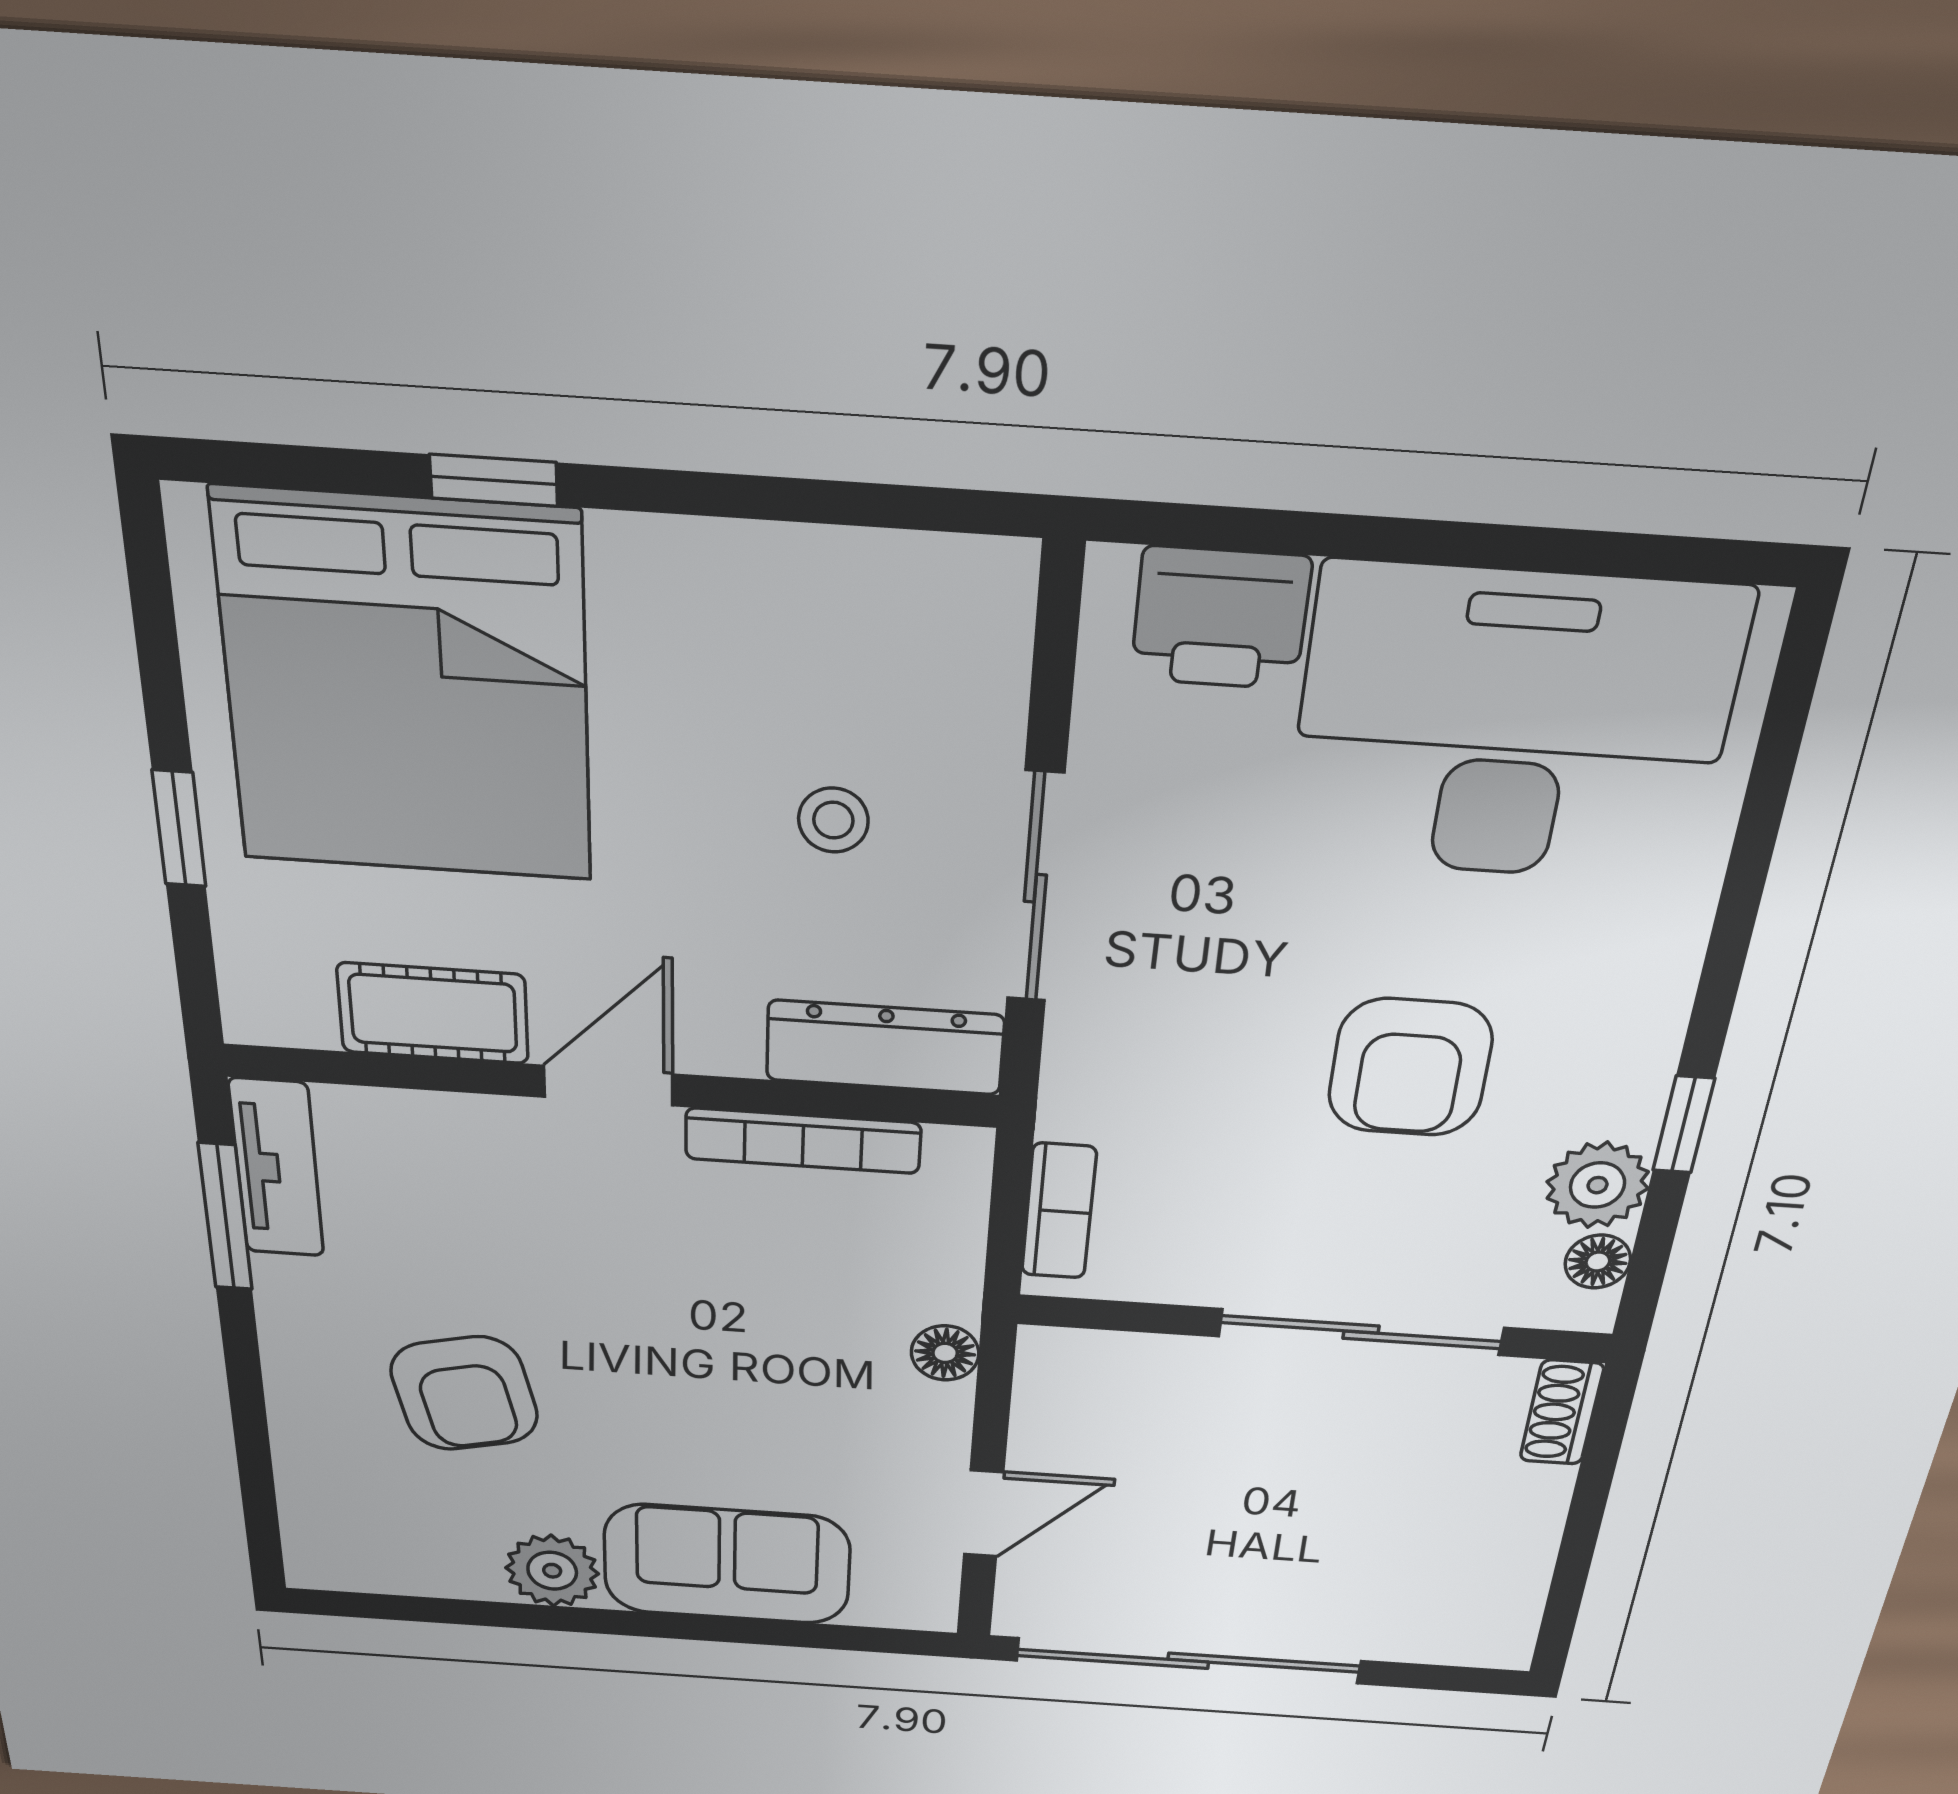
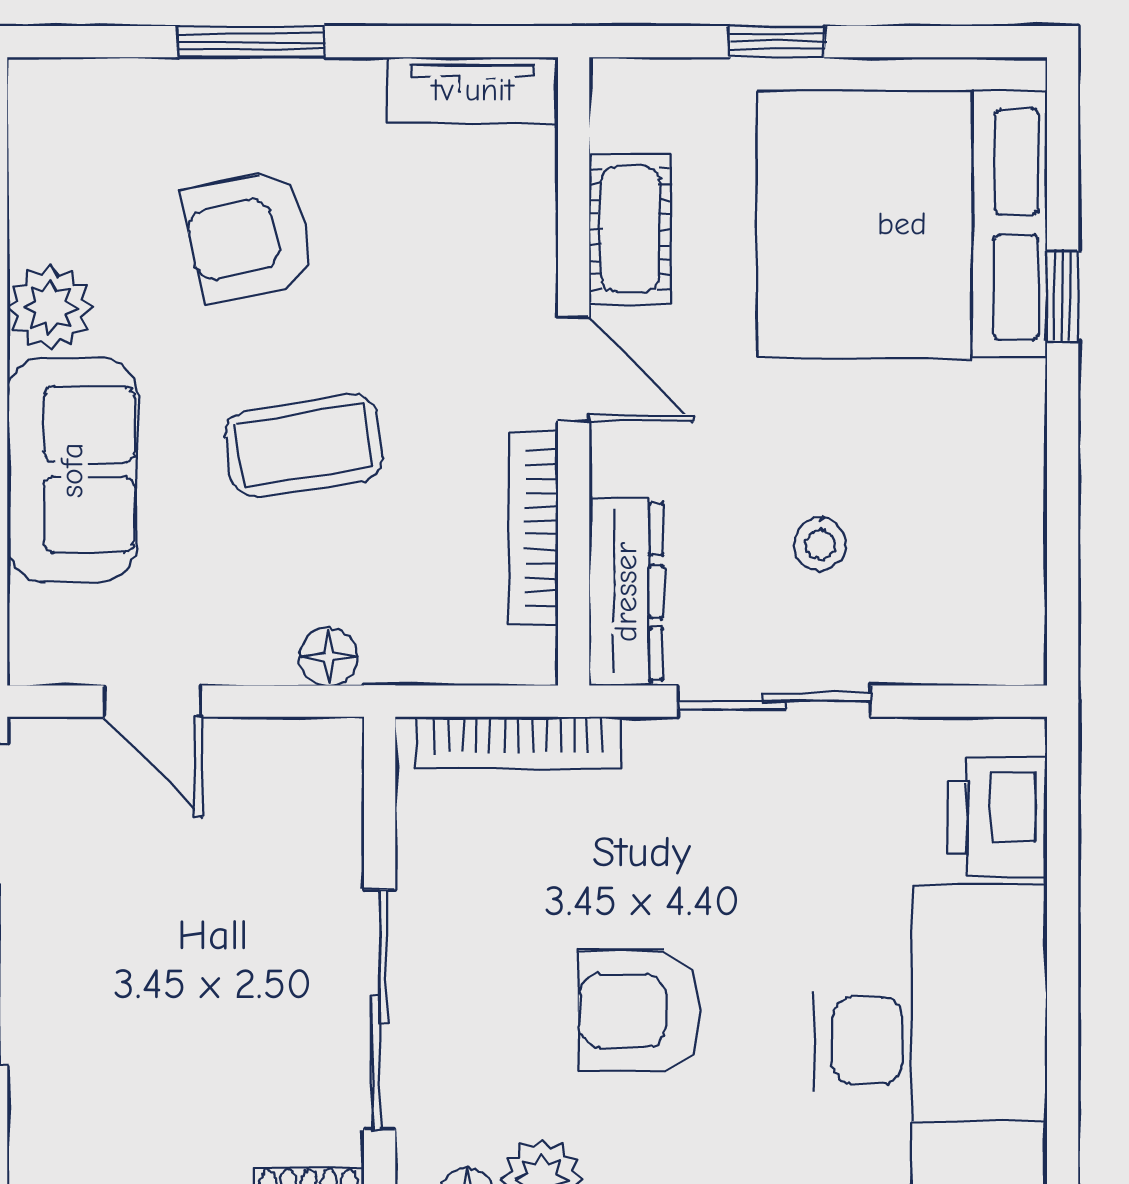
bookcase: (1059, 1211) -> (518, 743), width x1.56
window: (225, 1217) -> (251, 42), moved
coffee table: (702, 1360) -> (304, 446), added

